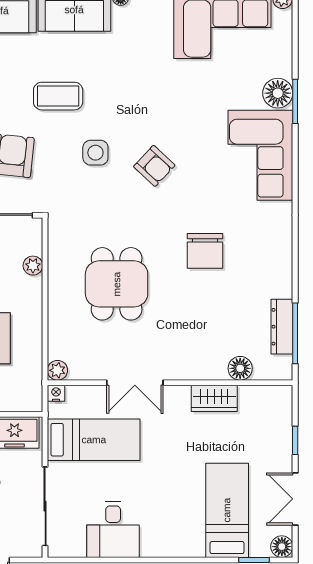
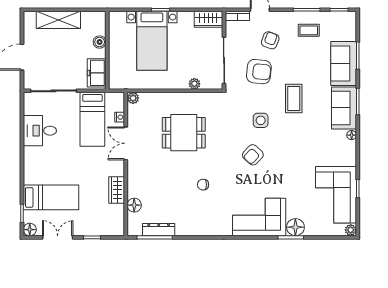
chair: (205, 251) -> (203, 185), width x0.54, depth x0.54
nightstand: (56, 393) -> (120, 117), moved

